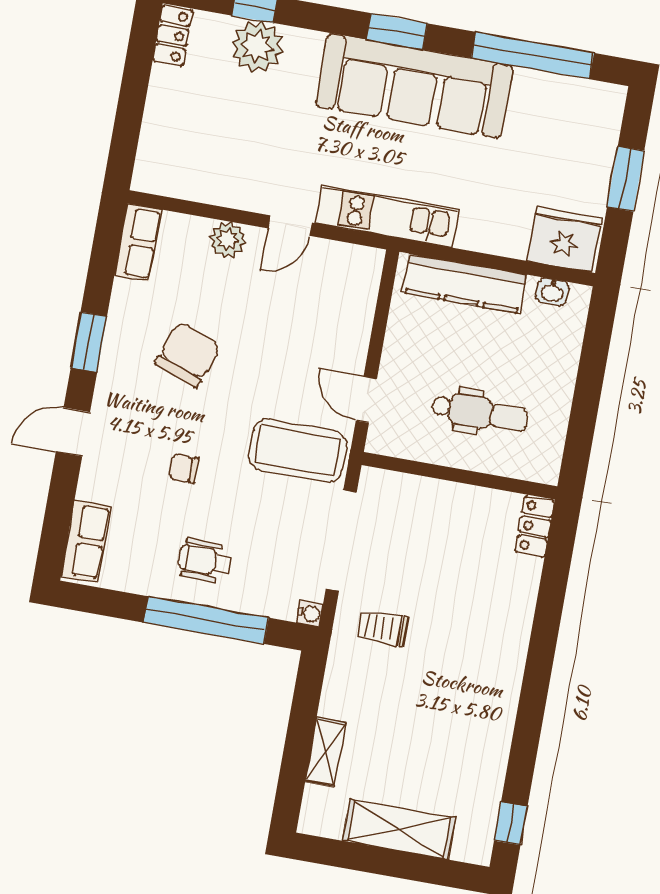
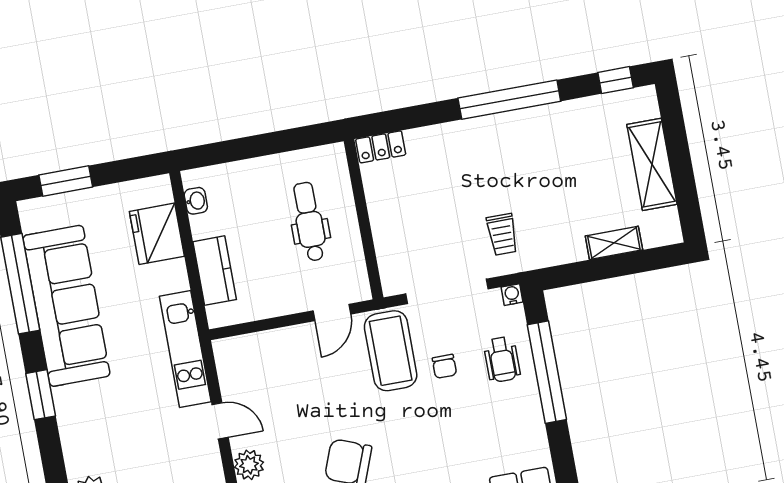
sofa: (414, 86) -> (66, 306), moved
window: (626, 179) -> (66, 181), moved
fridge: (564, 239) -> (157, 234), moved
kitchen counter: (464, 284) -> (215, 271), width x0.67
chair: (184, 469) -> (444, 366), moved
wheelchair: (205, 561) -> (502, 359), moved
window: (534, 694) -> (509, 100), added

